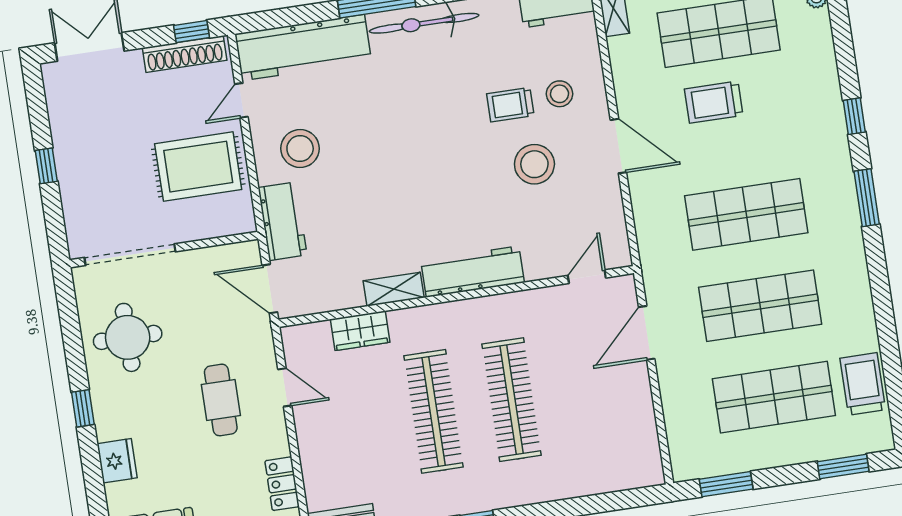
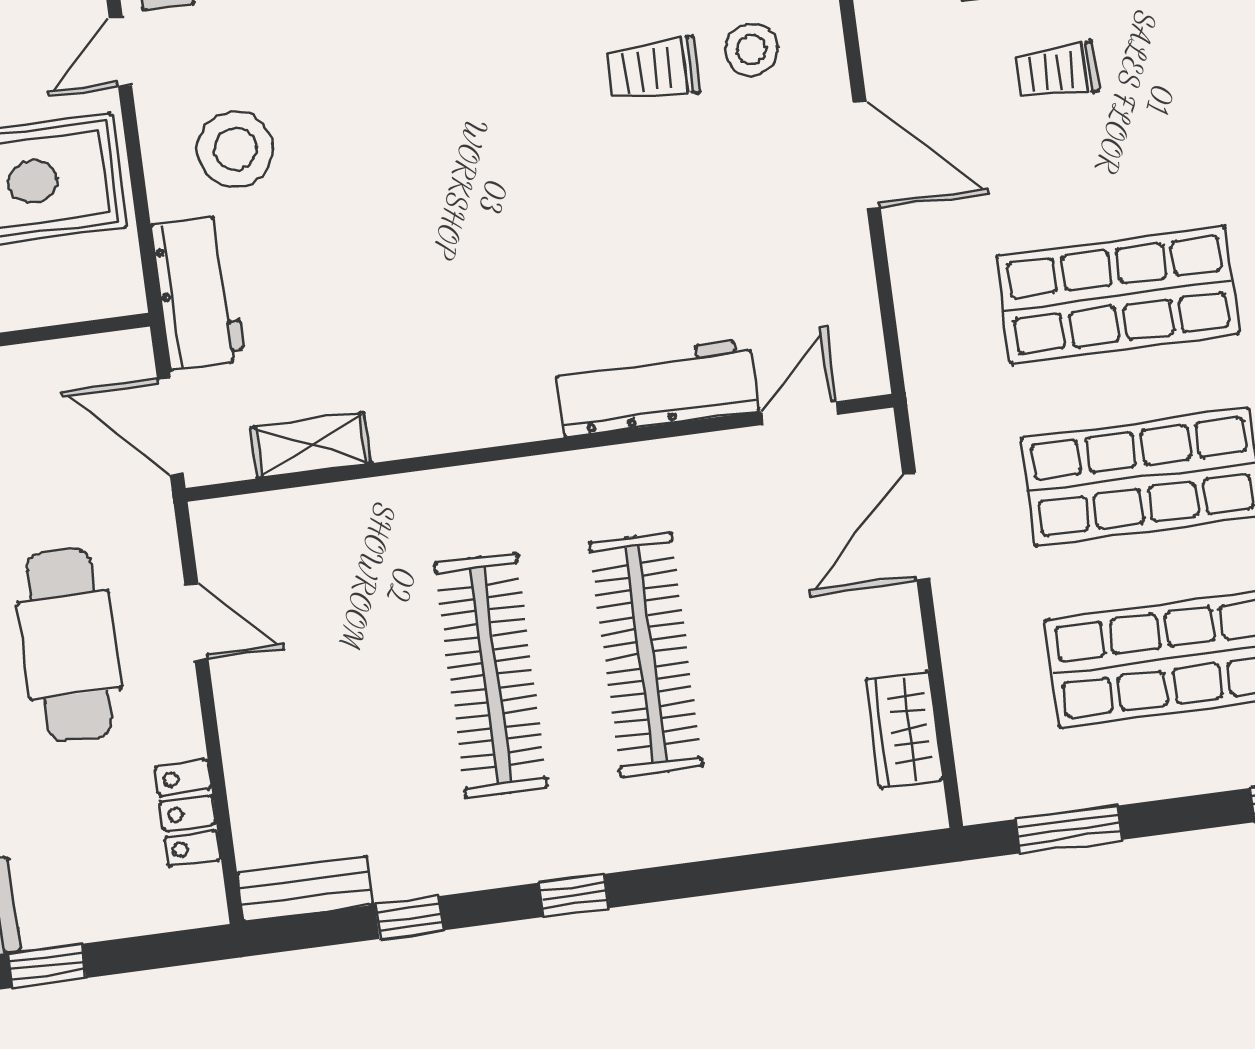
trolley: (714, 102) -> (1057, 71), width x0.73, depth x0.72
stool: (534, 164) -> (699, 188), removed
workbench: (473, 272) -> (657, 388), moved
shelving: (394, 289) -> (311, 445), moved
wardrobe: (360, 331) -> (904, 729), moved, turned 90
cafe table: (221, 400) -> (69, 645), width x1.37, depth x1.35

